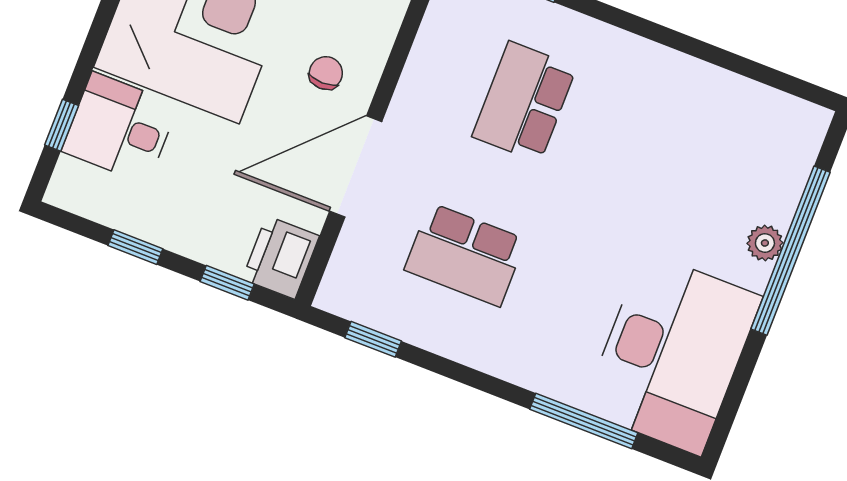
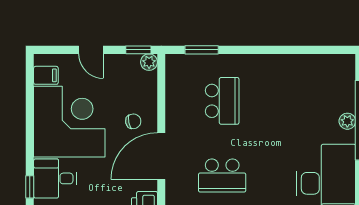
chair: (326, 73) -> (133, 121), turned 79
school desk: (524, 102) -> (222, 101), turned 180

